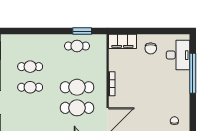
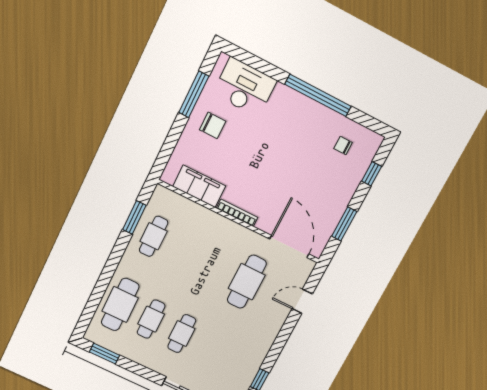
window: (161, 31) -> (194, 94), added
filing cabinet: (122, 41) -> (199, 186), moved, turned -90
window: (193, 73) -> (318, 95), moved
cafe table: (77, 87) -> (120, 304), moved

